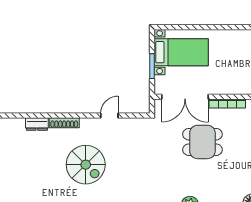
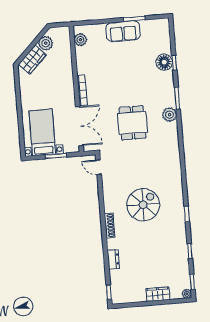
door: (109, 116) -> (99, 167), moved
dresser: (37, 124) -> (113, 259), moved
dining table: (202, 142) -> (132, 123), moved

